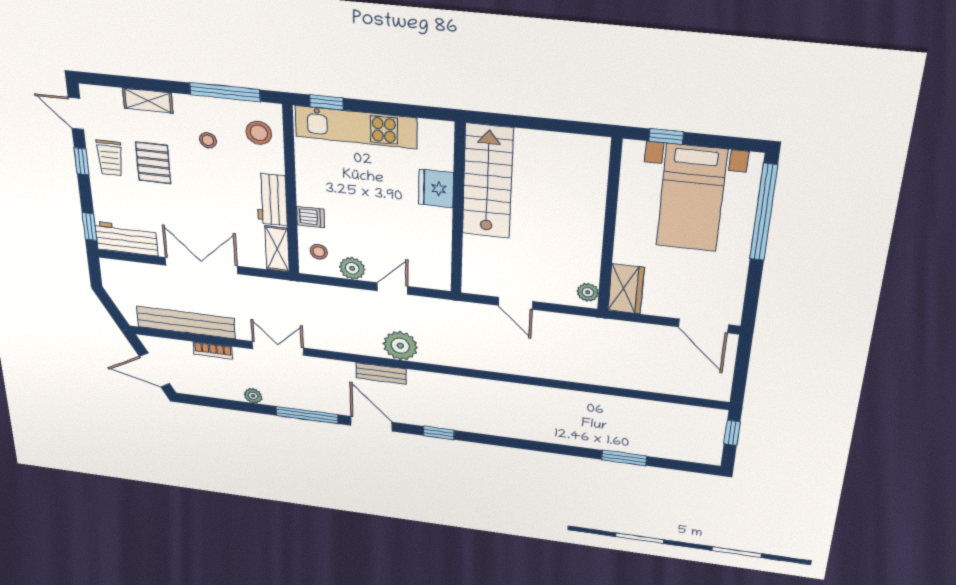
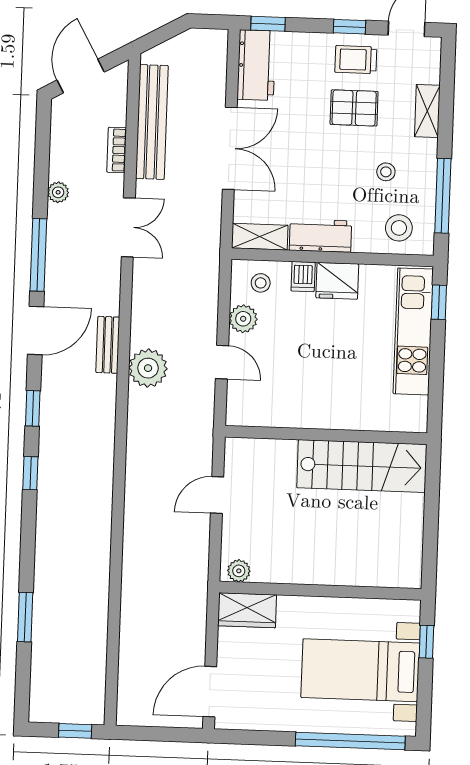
fridge: (436, 189) -> (337, 281), moved, turned 180
window: (495, 440) -> (30, 473), added

